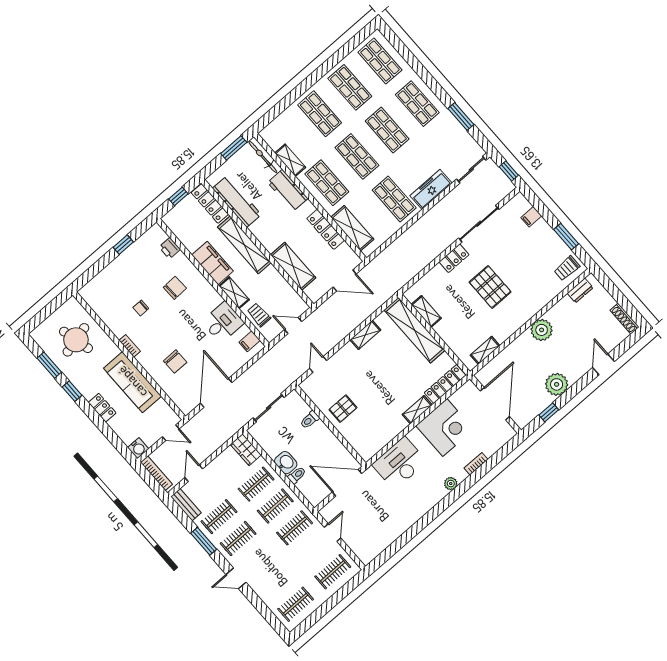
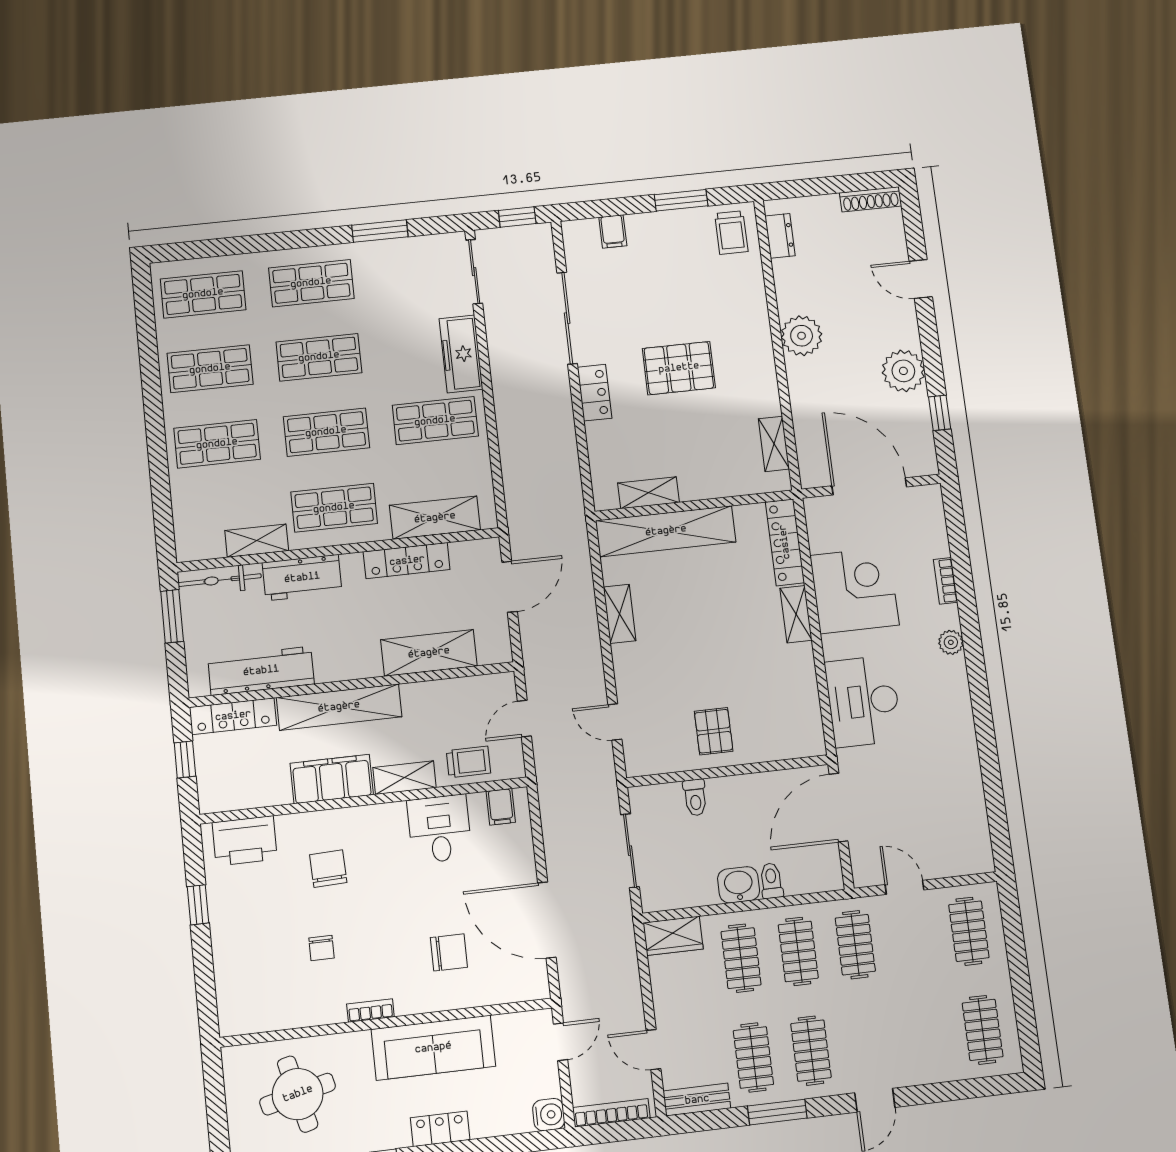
printer: (170, 248) -> (245, 841), width x1.87, depth x1.48
trolley: (259, 315) -> (469, 762), turned 180

